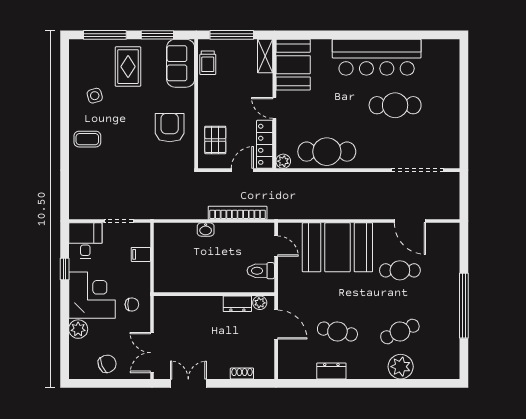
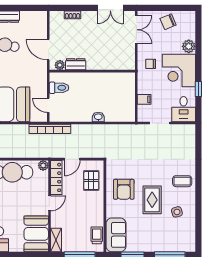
rug: (128, 67) -> (152, 200), moved
door: (274, 108) -> (49, 203), hinge flipped
bookcase: (238, 213) -> (50, 129), moved

